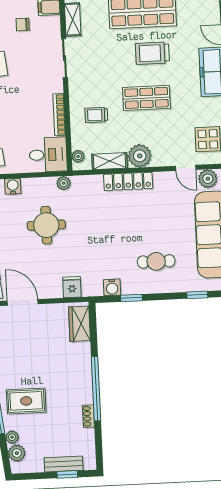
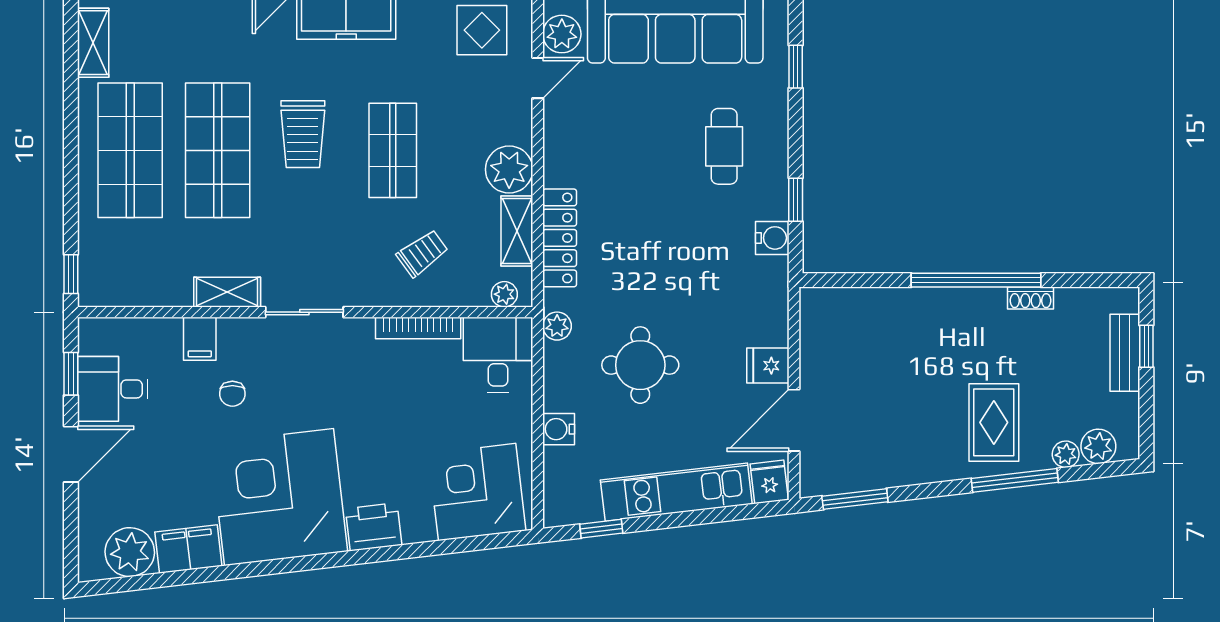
trolley: (96, 115) -> (422, 253), turned -126
locker: (128, 181) -> (560, 238), moved
fridge: (72, 287) -> (768, 366), moved
wardrobe: (79, 324) -> (843, 307), removed

